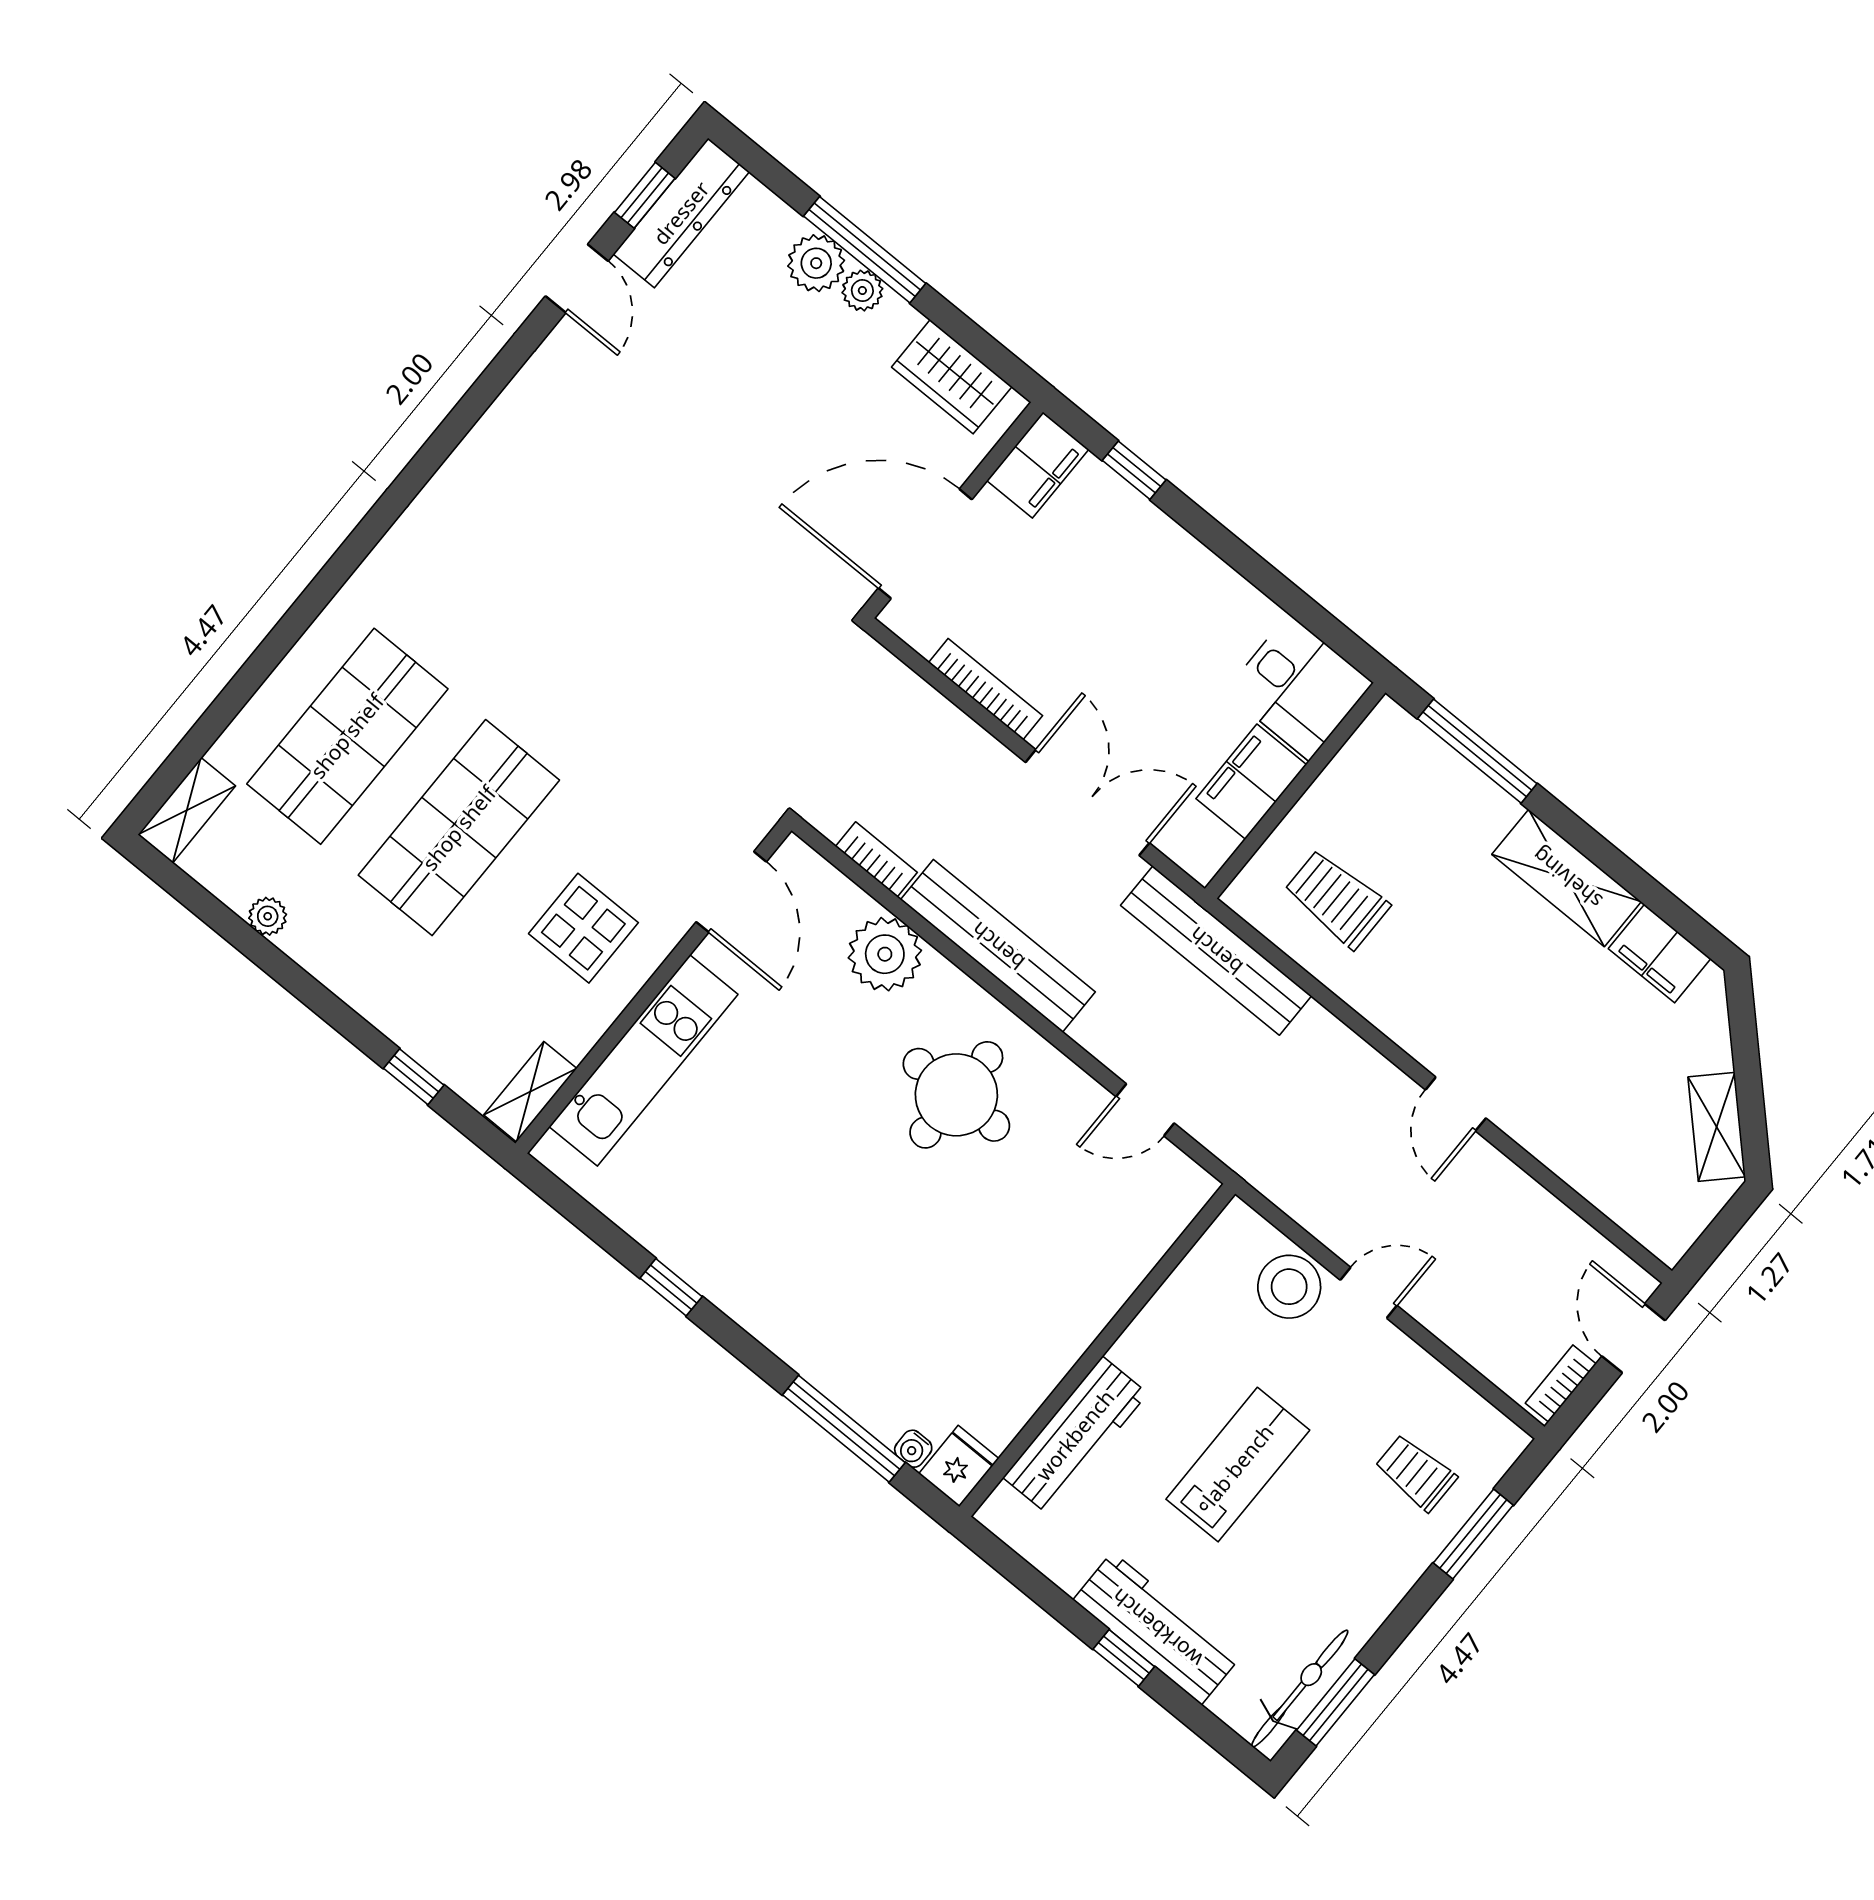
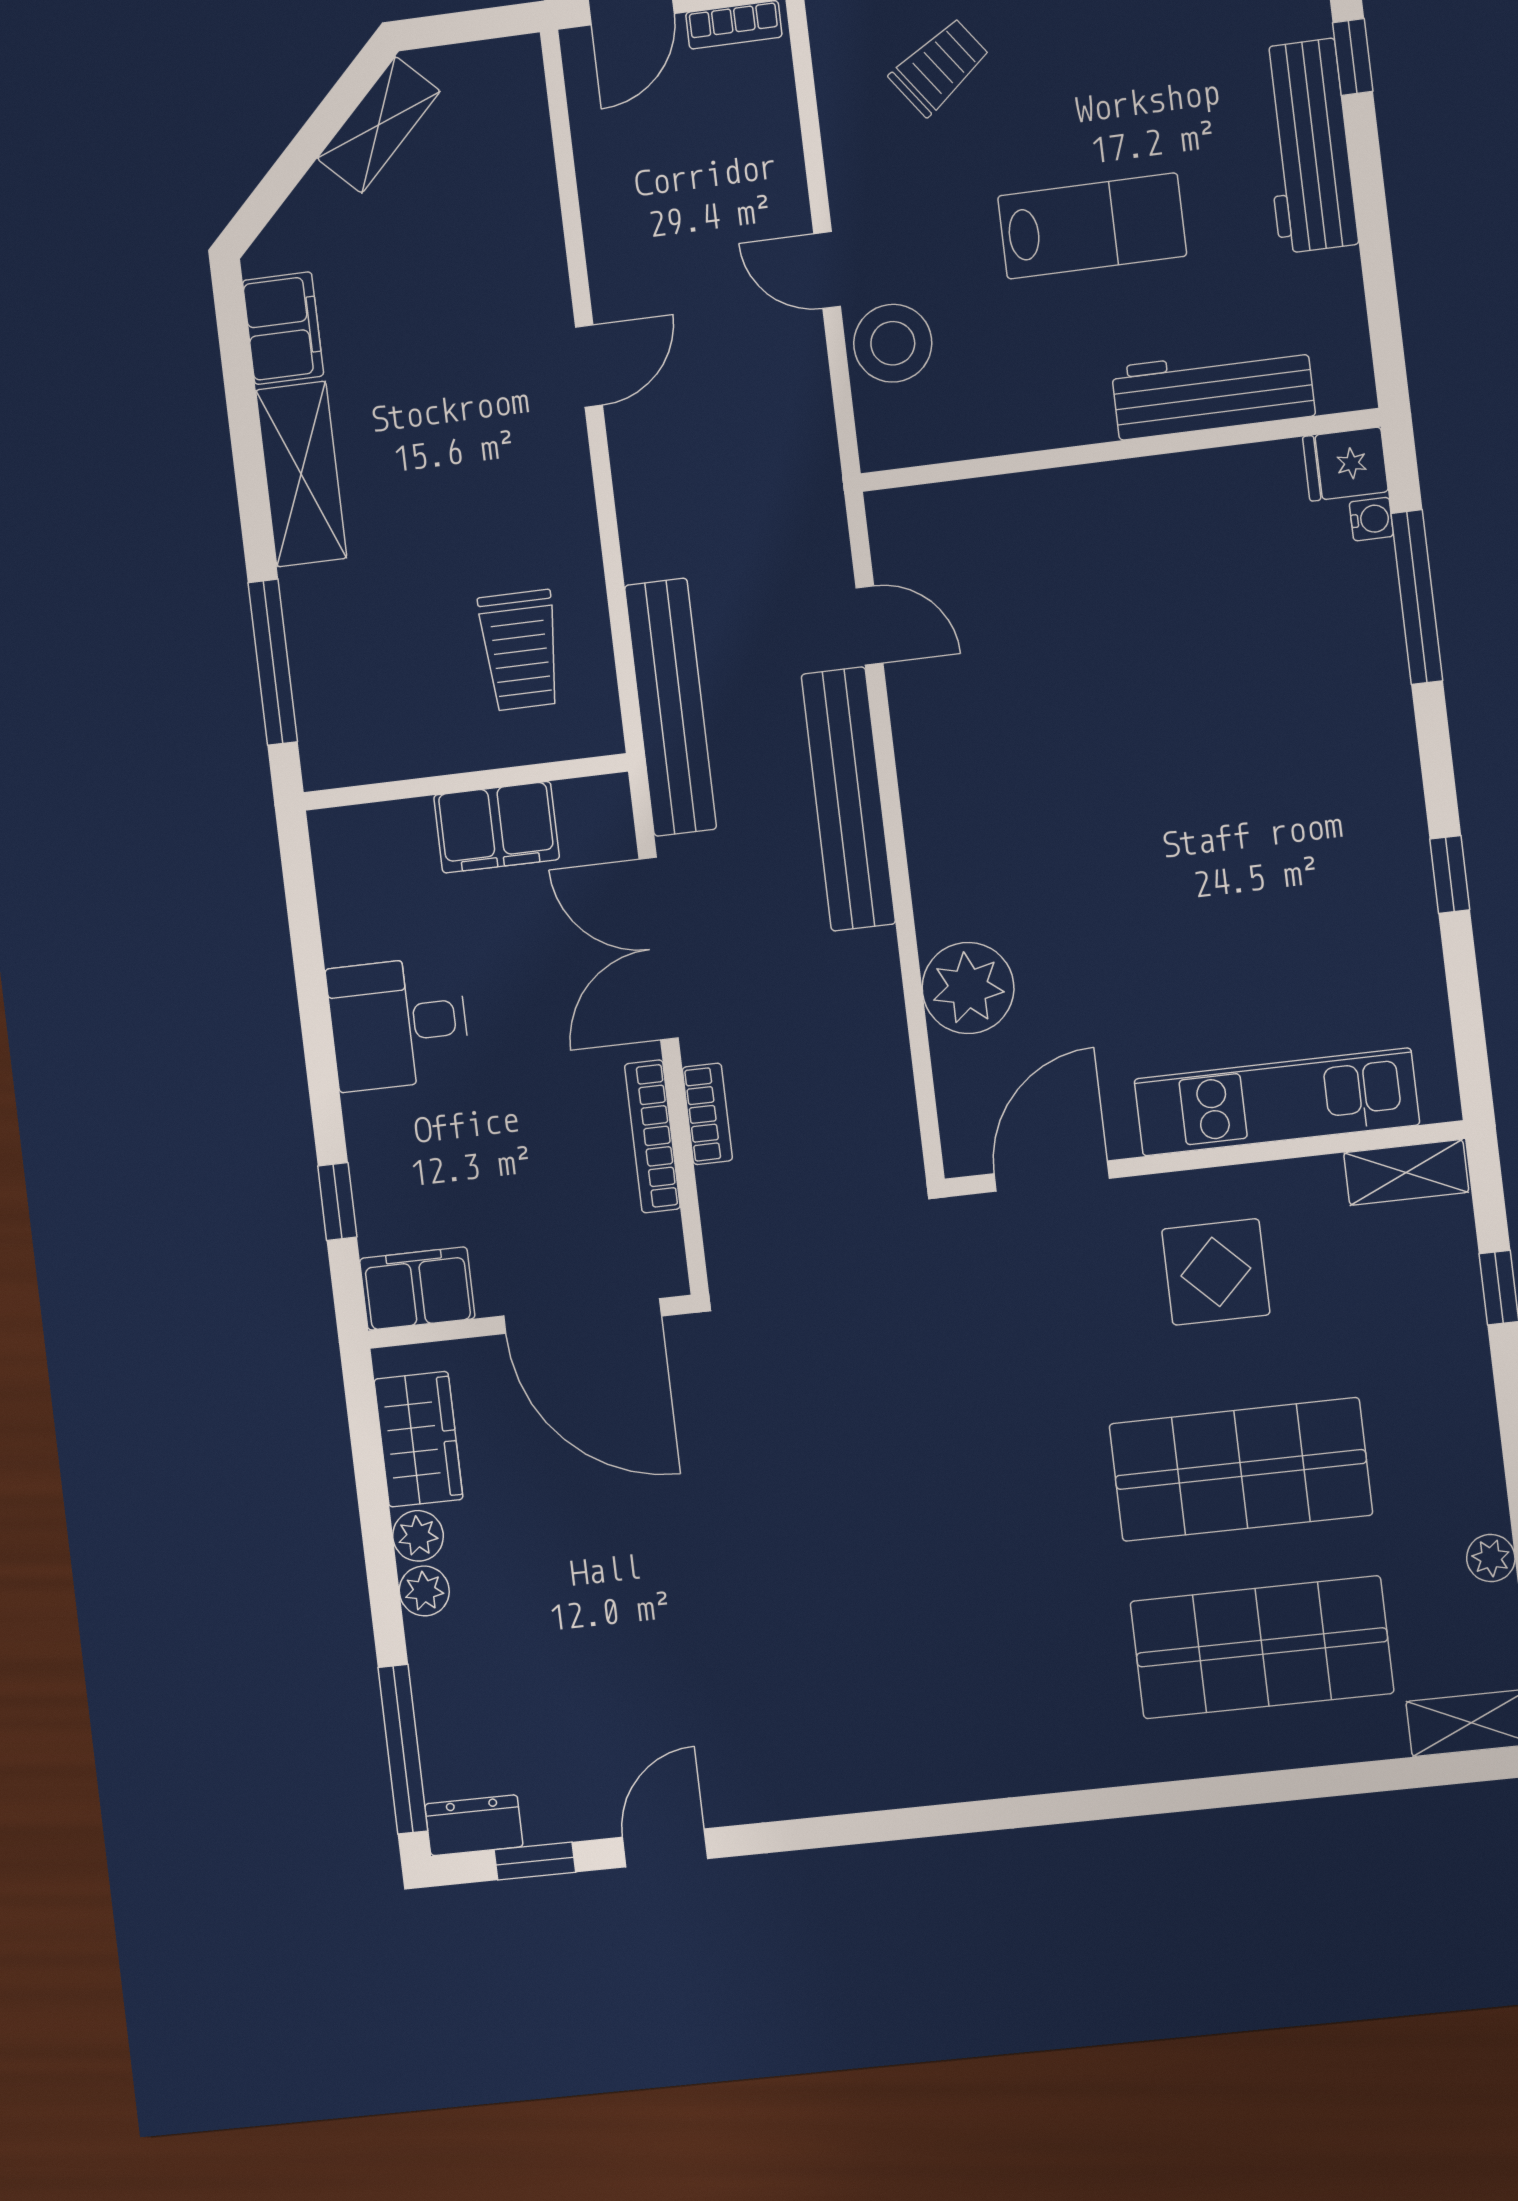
dresser: (681, 213) -> (474, 1825), width x0.51, depth x0.80
window: (865, 250) -> (403, 1749), moved
plant: (816, 263) -> (418, 1536), moved, width x0.73, depth x0.73
desk: (1299, 687) -> (398, 1023), moved, turned -90
bookcase: (876, 859) -> (707, 1114), moved, turned 180
bench: (998, 946) -> (848, 799), moved
round table: (956, 1095) -> (1025, 801), removed
lab bench: (1238, 1465) -> (1092, 226), turned 180
trolley: (1416, 1473) -> (940, 67), turned -126
window: (1124, 1658) -> (1353, 57), moved

